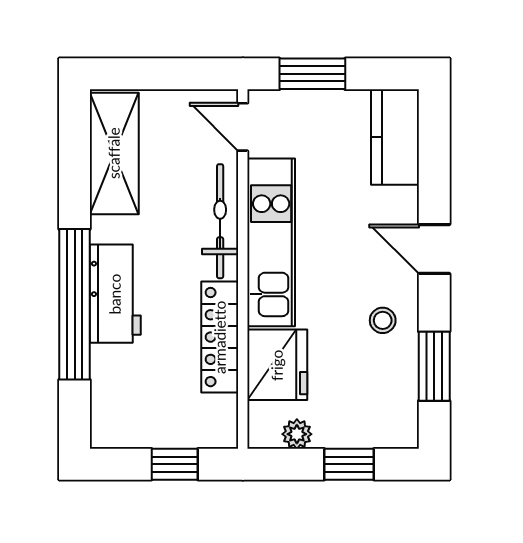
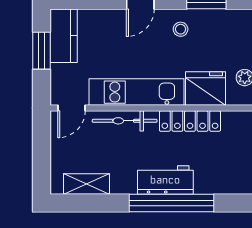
window: (312, 74) -> (41, 51), moved
kitchen counter: (395, 137) -> (64, 36), moved, turned -90
shelving: (114, 153) -> (86, 184), width x0.67, depth x0.75

